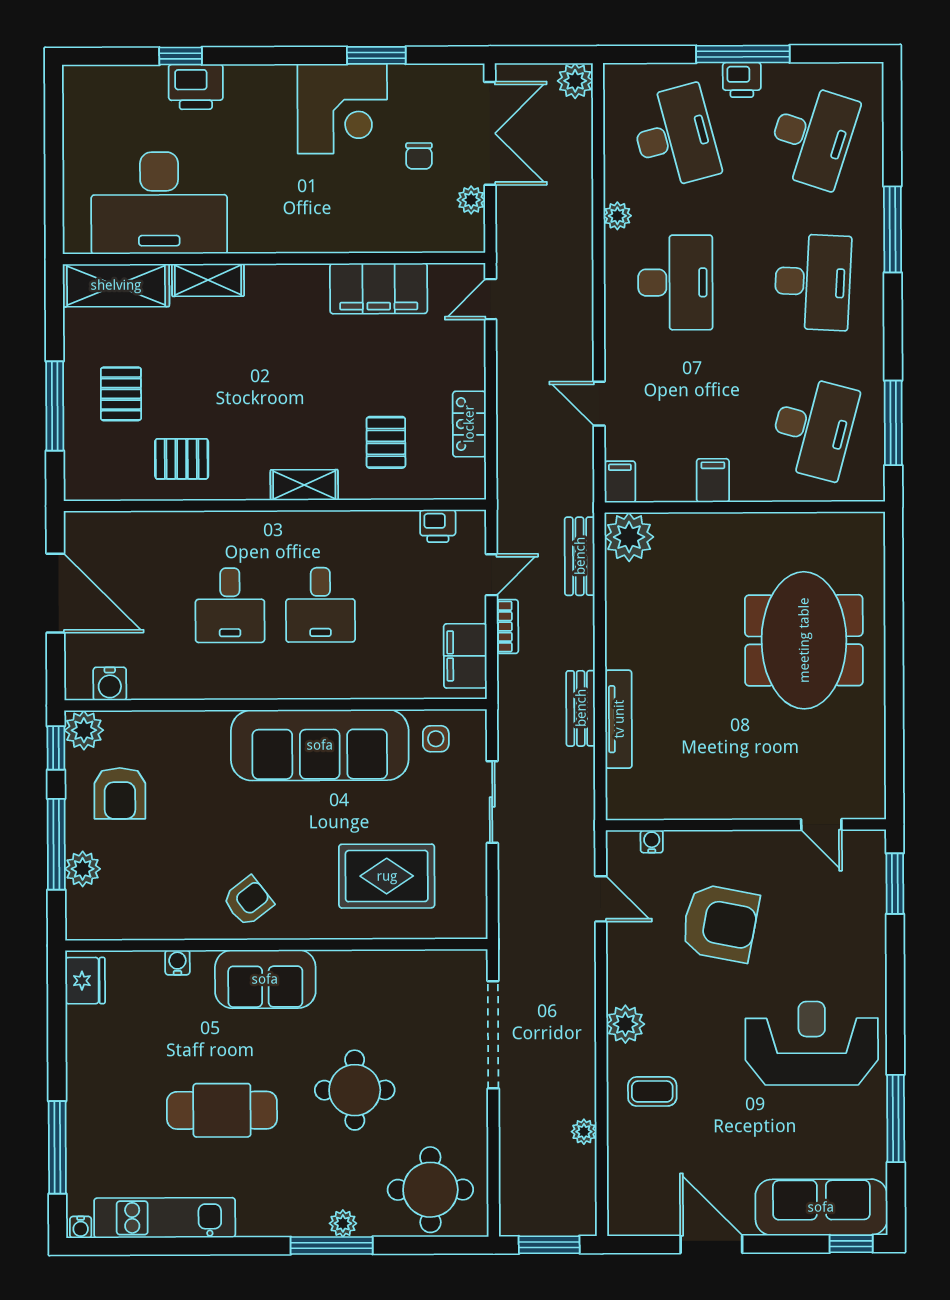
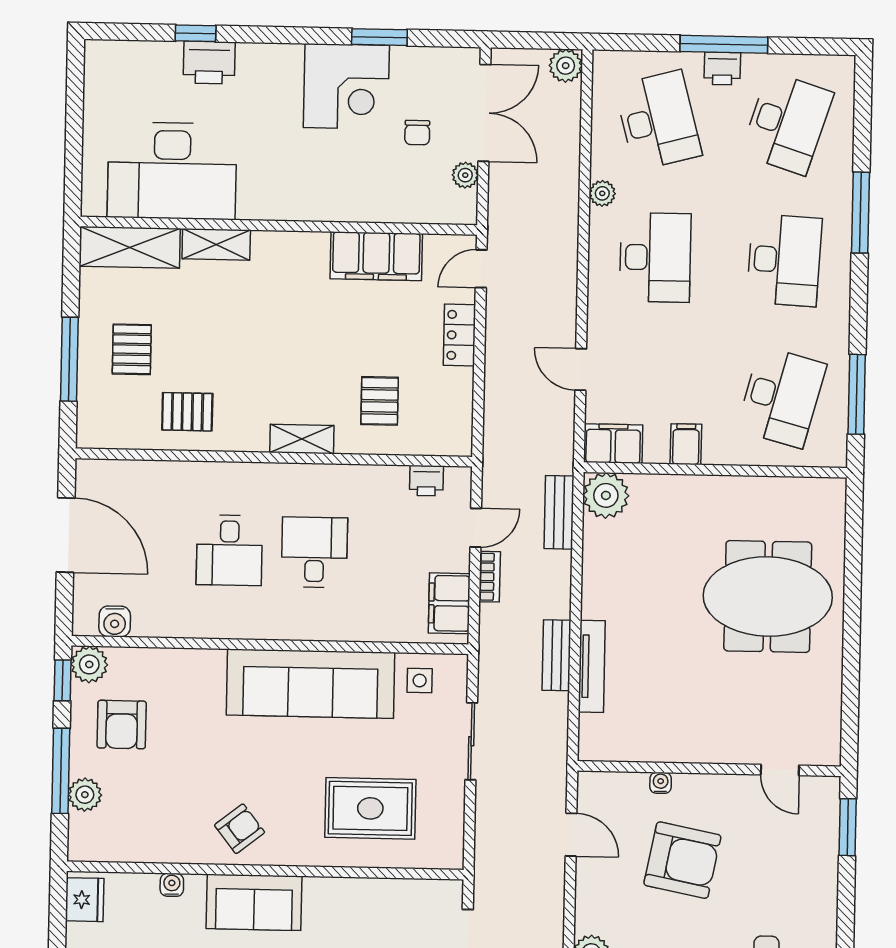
locker: (469, 424) -> (459, 335), moved
filing cabinet: (620, 482) -> (613, 444), width x2.00
desk: (320, 605) -> (314, 552), turned 180
meeting table: (804, 640) -> (768, 597), turned 90
water cooler: (652, 841) -> (661, 783), moved

